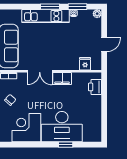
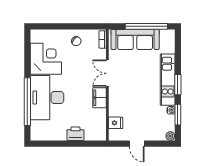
printer: (95, 87) -> (75, 134), moved
window: (66, 145) -> (27, 102), width x3.17

